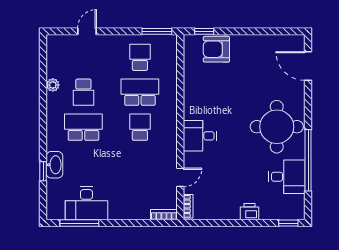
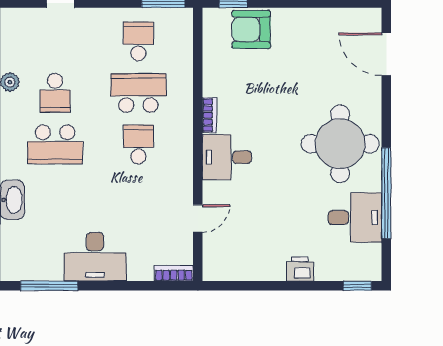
school desk: (83, 127) -> (55, 144), turned 180
desk: (86, 203) -> (95, 257), moved
bookcase: (188, 206) -> (209, 115), moved

